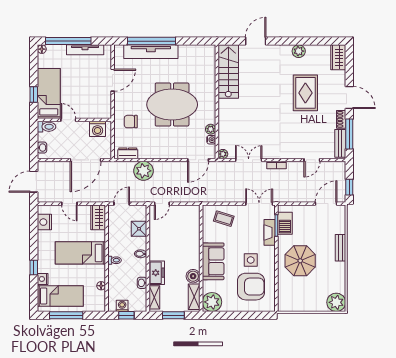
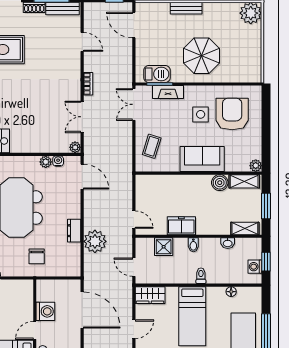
washing machine: (98, 129) -> (45, 311), moved
dresser: (128, 153) -> (74, 231), moved
freezer: (157, 273) -> (181, 226), moved
plant: (212, 302) -> (256, 166), width x0.53, depth x0.53

